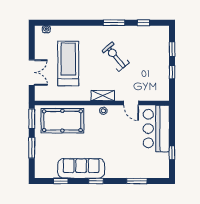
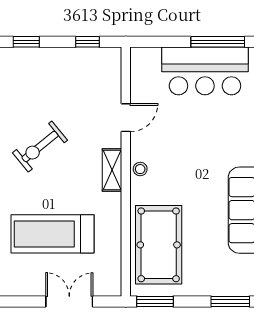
window: (172, 72) -> (88, 42), moved
bar counter: (156, 129) -> (205, 71), moved
window: (32, 148) -> (230, 302), moved
window: (172, 153) -> (218, 42), width x2.17

